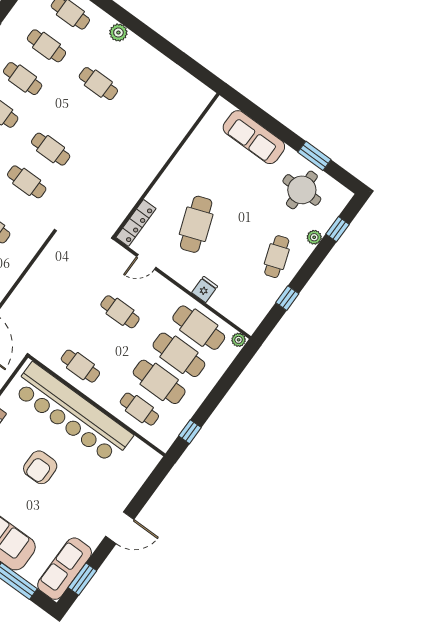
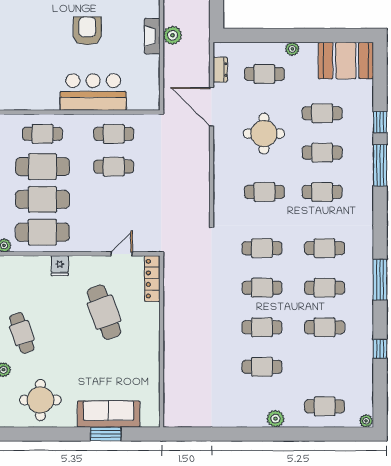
cafe table: (46, 46) -> (262, 327), moved
window: (314, 156) -> (106, 434), moved
cafe table: (120, 312) -> (114, 167), moved
bar counter: (72, 413) -> (93, 92), width x0.54

